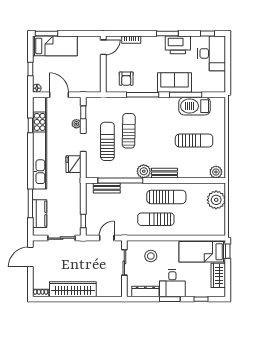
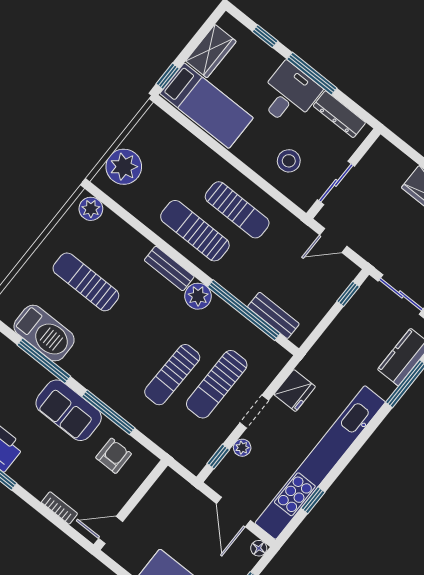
sofa: (175, 83) -> (69, 410), moved
window: (170, 299) -> (312, 74), width x1.44

